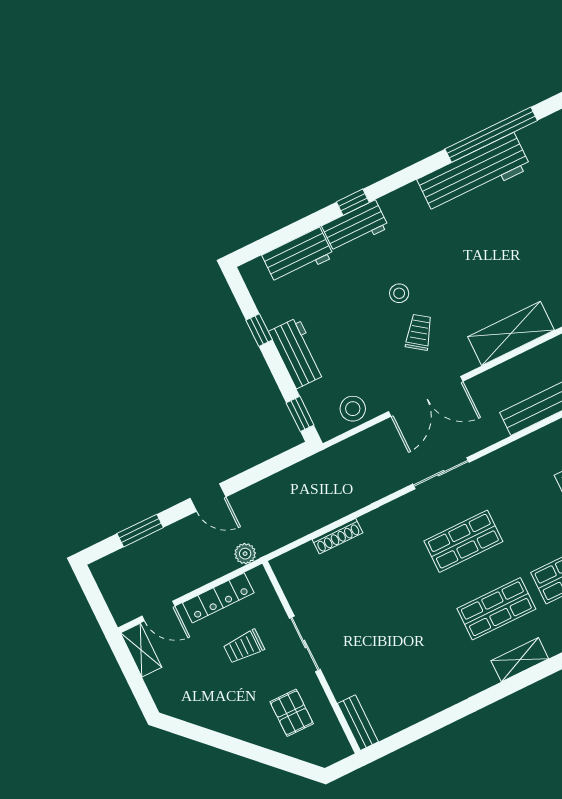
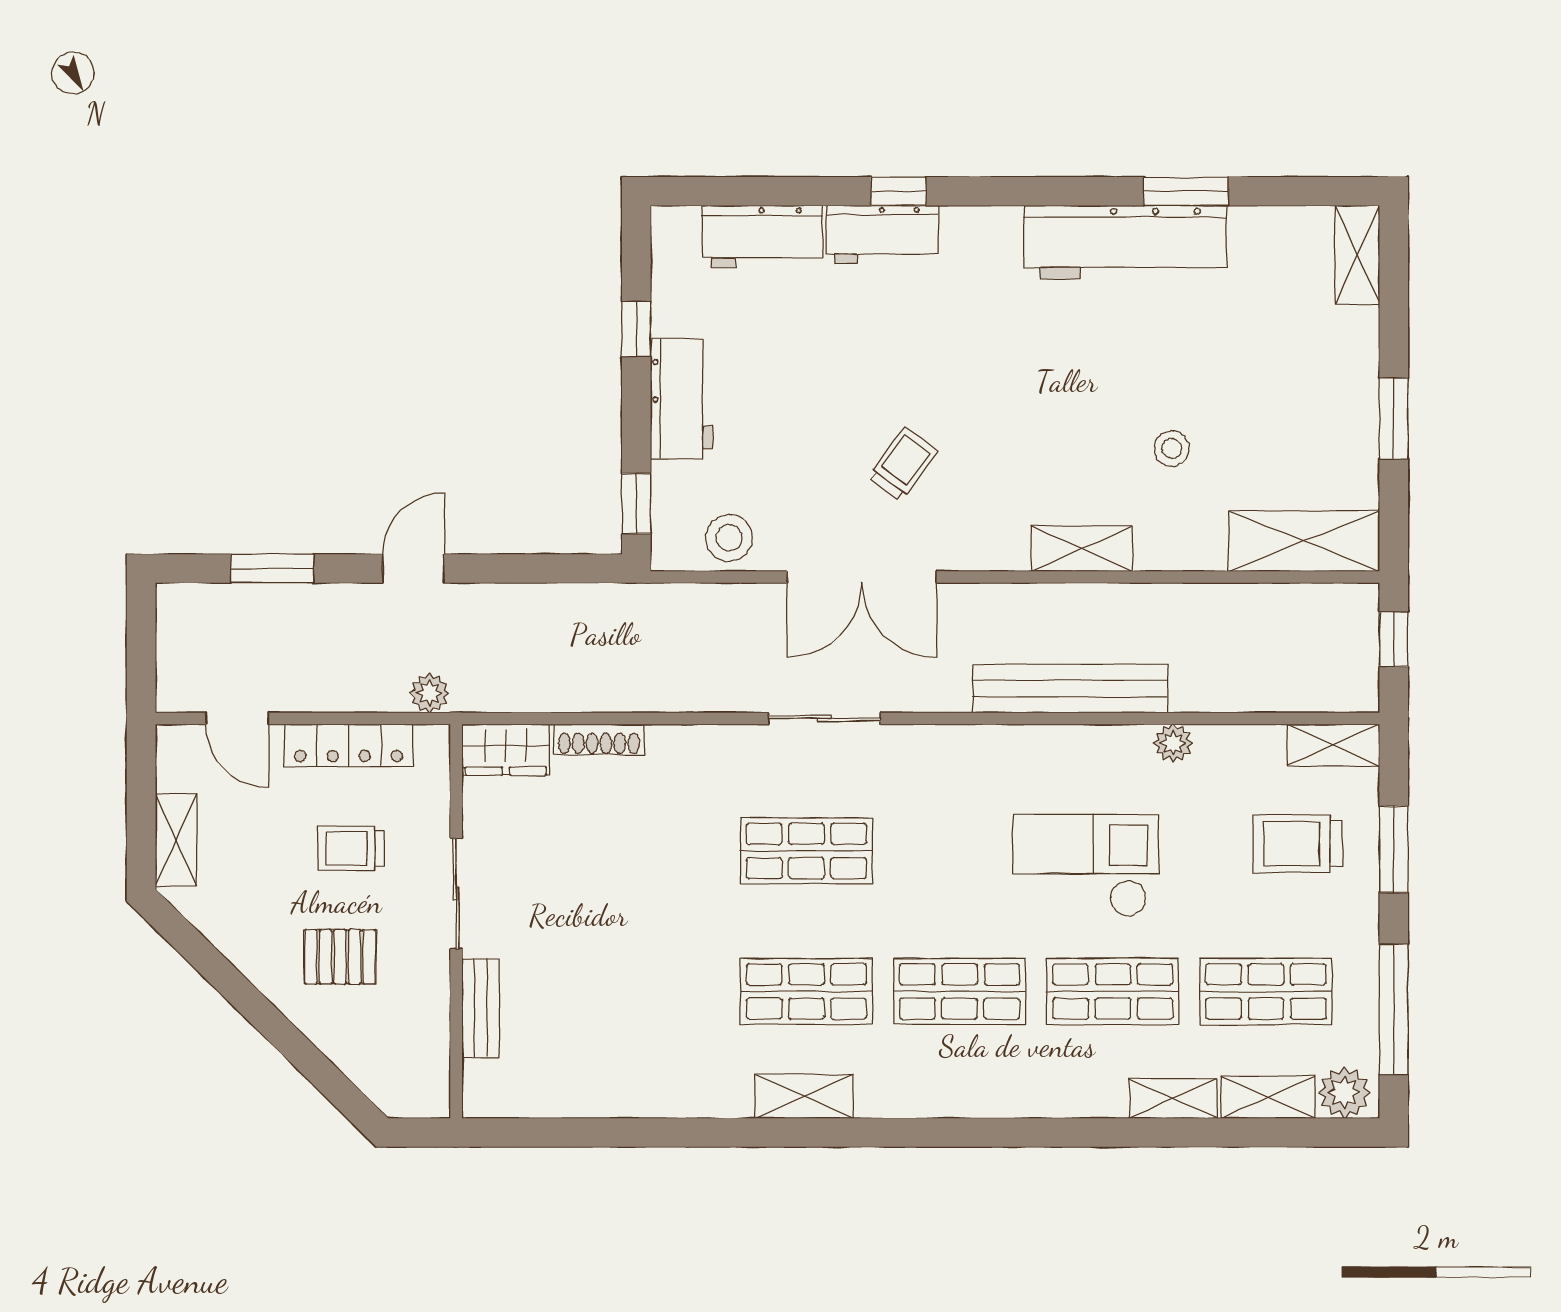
window: (491, 135) -> (1186, 191), width x0.47
stool: (399, 293) -> (1172, 449), moved
shelving: (511, 333) -> (1082, 549), width x0.67, depth x0.75
door: (208, 497) -> (413, 568), swing flipped
wardrobe: (295, 563) -> (506, 750), added
shelving: (141, 650) -> (176, 840), moved
pallet: (292, 713) -> (340, 957), moved, turned 90
bench: (358, 723) -> (481, 1008), moved

